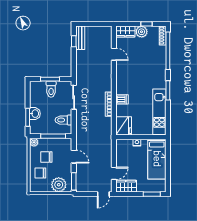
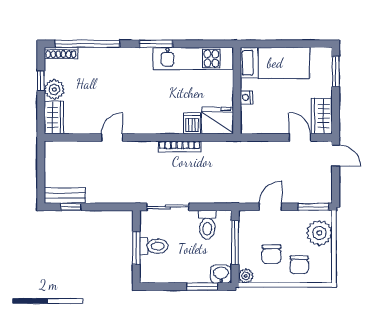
door: (114, 54) -> (112, 137), moved
dishwasher: (122, 99) -> (192, 123), moved
washbasin: (35, 114) -> (221, 274), moved

